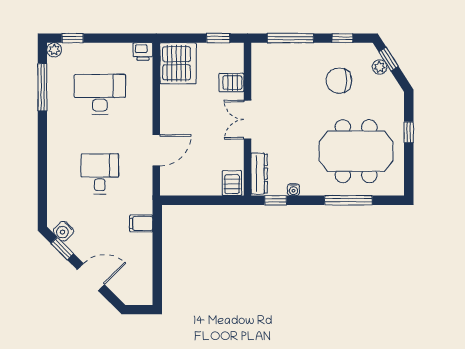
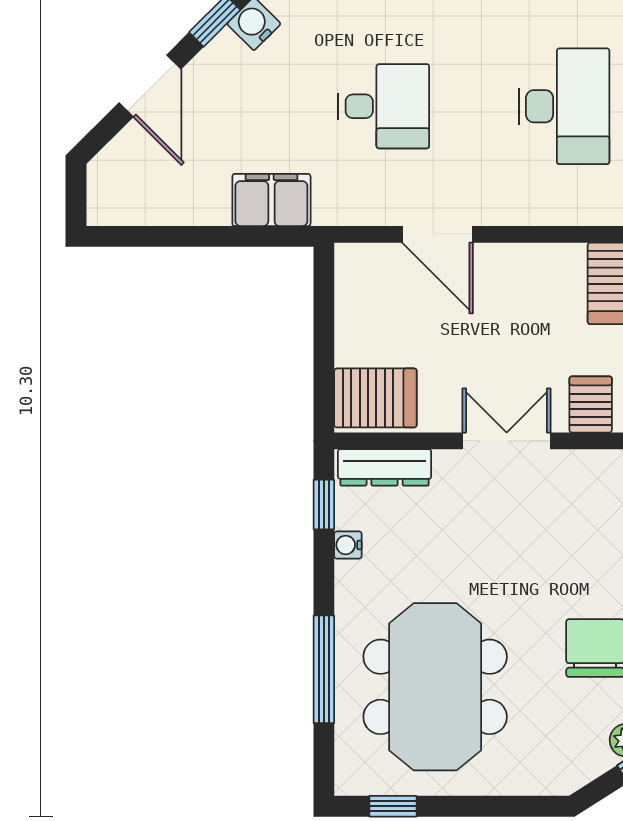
window: (409, 132) -> (393, 806), moved
server rack: (232, 183) -> (375, 398), width x1.36, depth x1.44
filing cabinet: (141, 223) -> (271, 200), width x2.00

